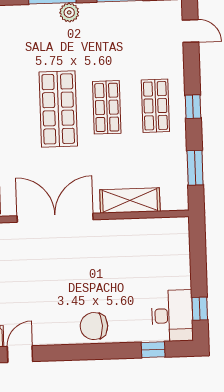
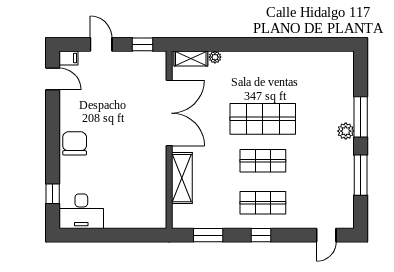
window: (200, 309) -> (87, 235), removed

